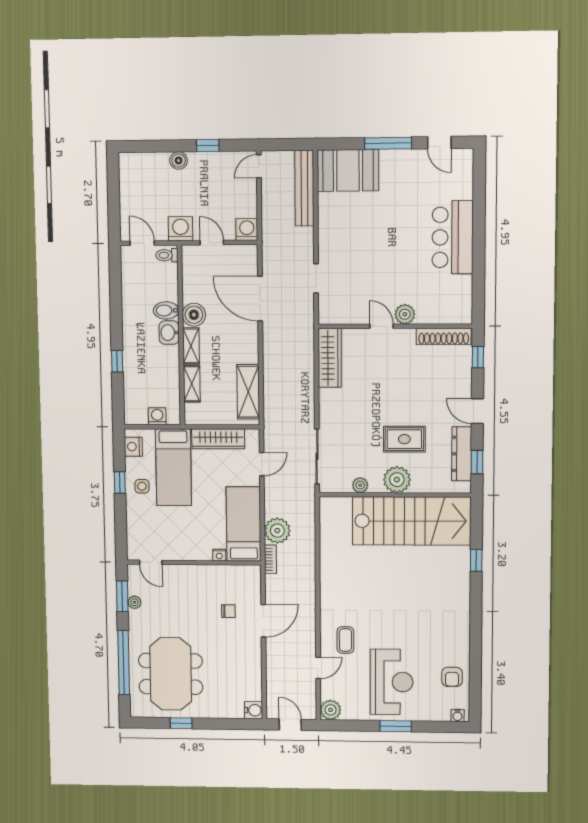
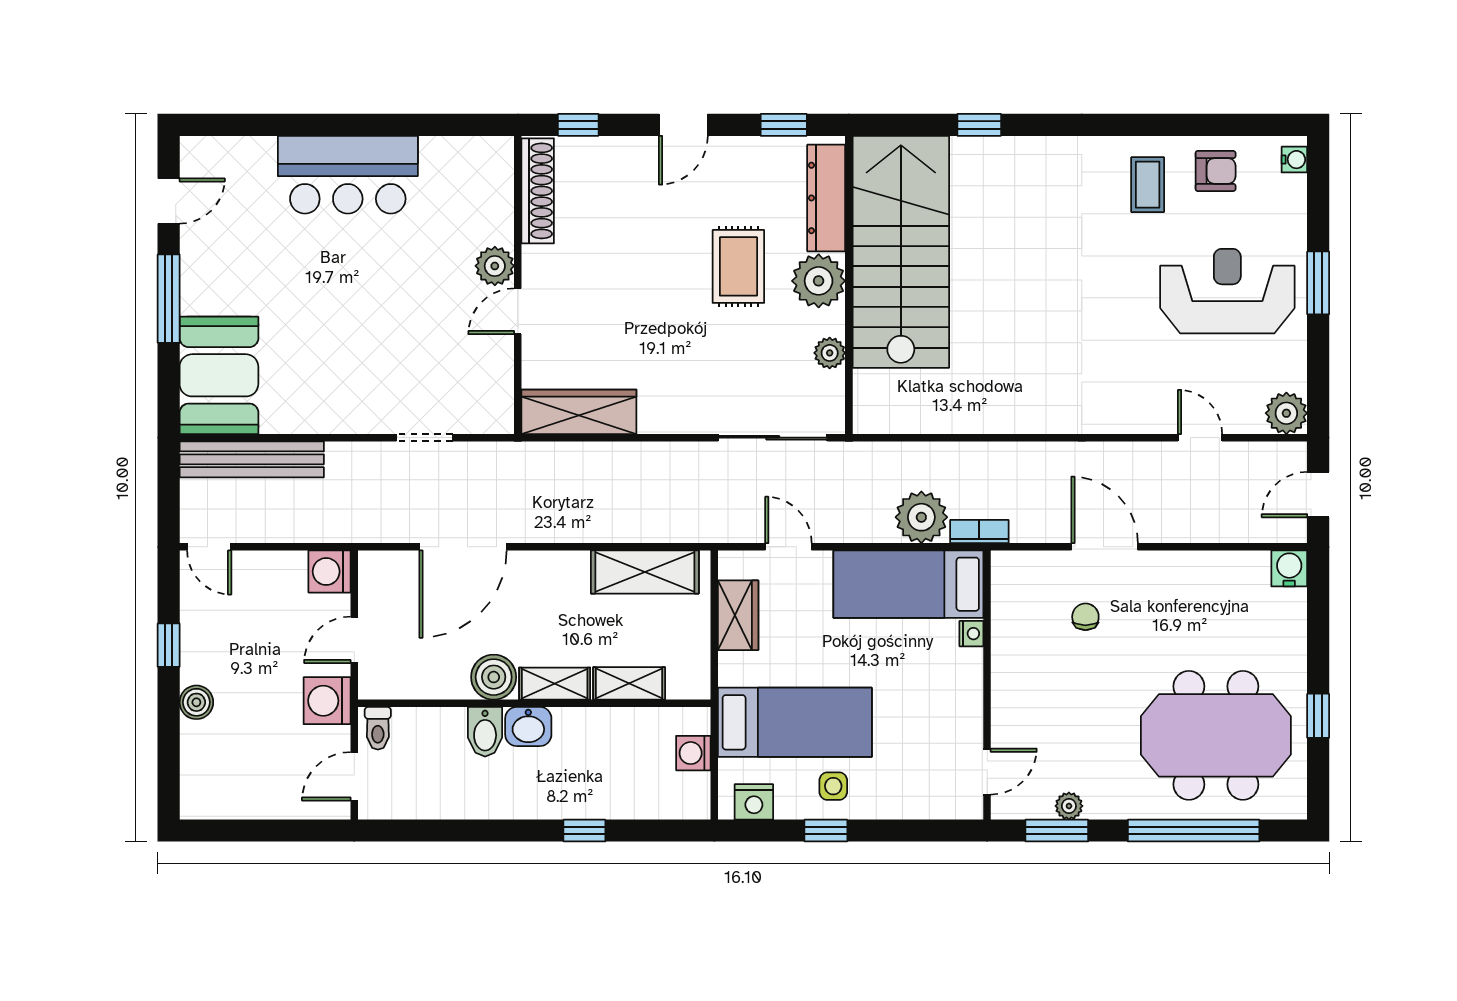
wardrobe: (218, 439) -> (738, 615), width x0.67
dresser: (462, 454) -> (826, 198), moved, turned 90
coffee table: (345, 640) -> (1148, 185), moved, turned 90

